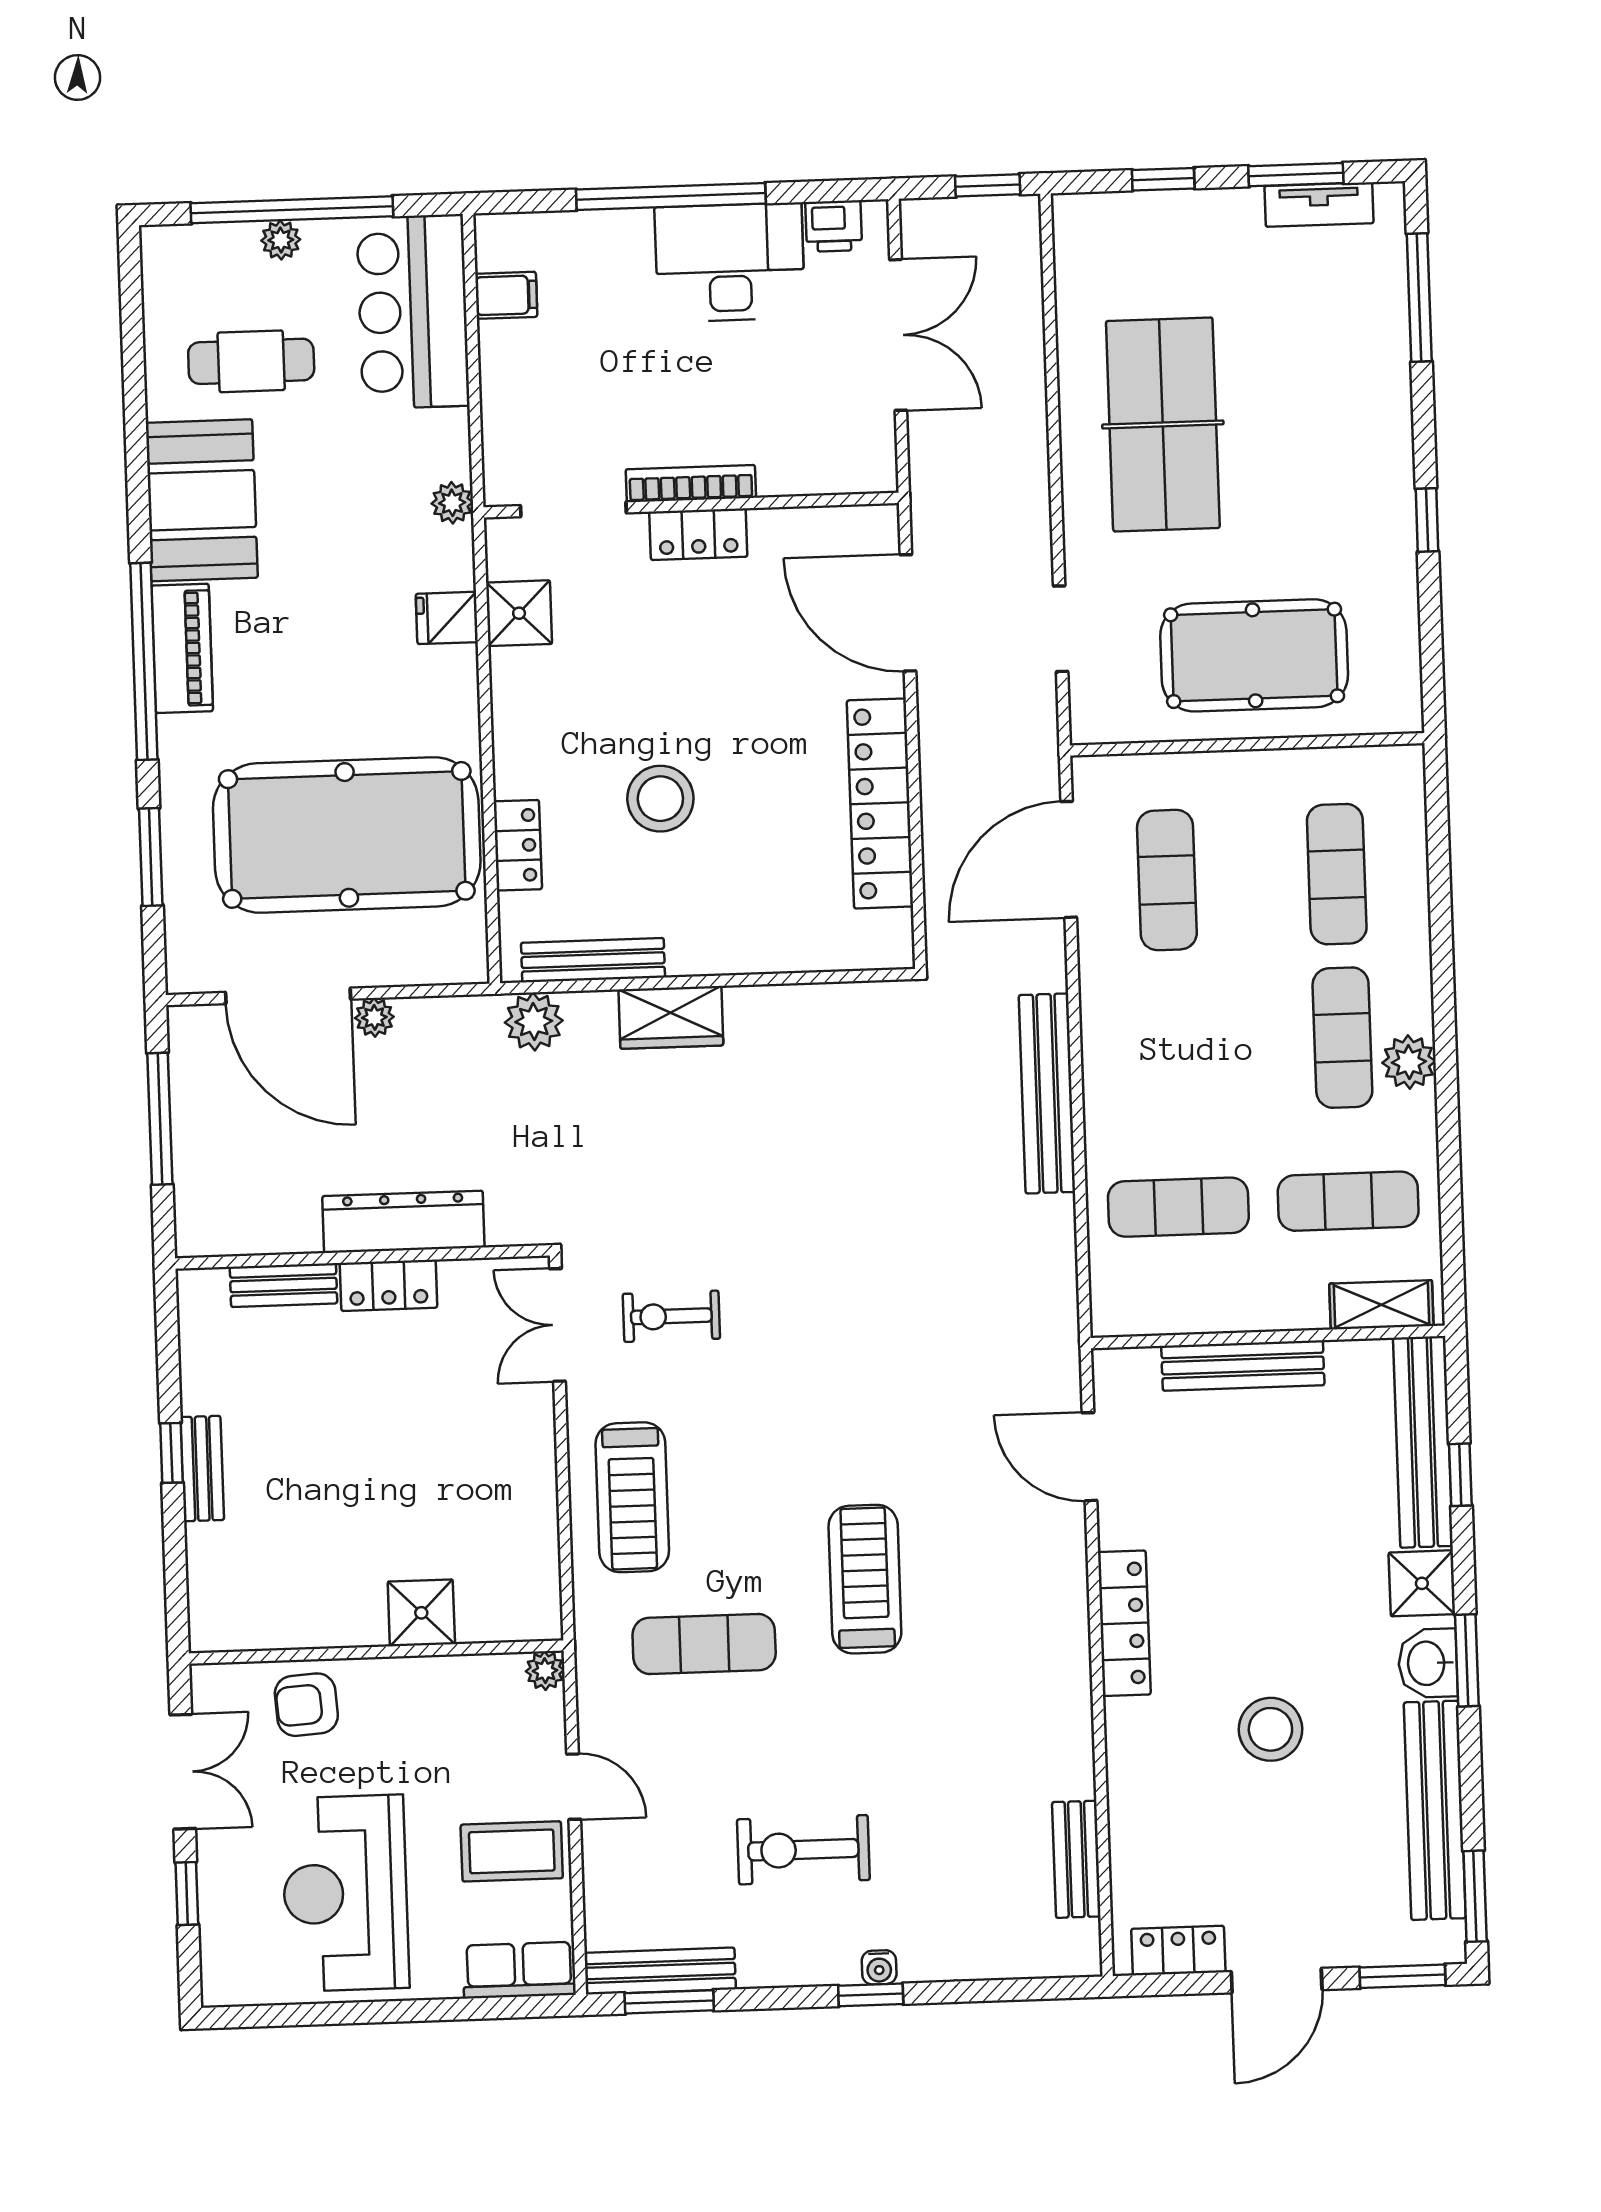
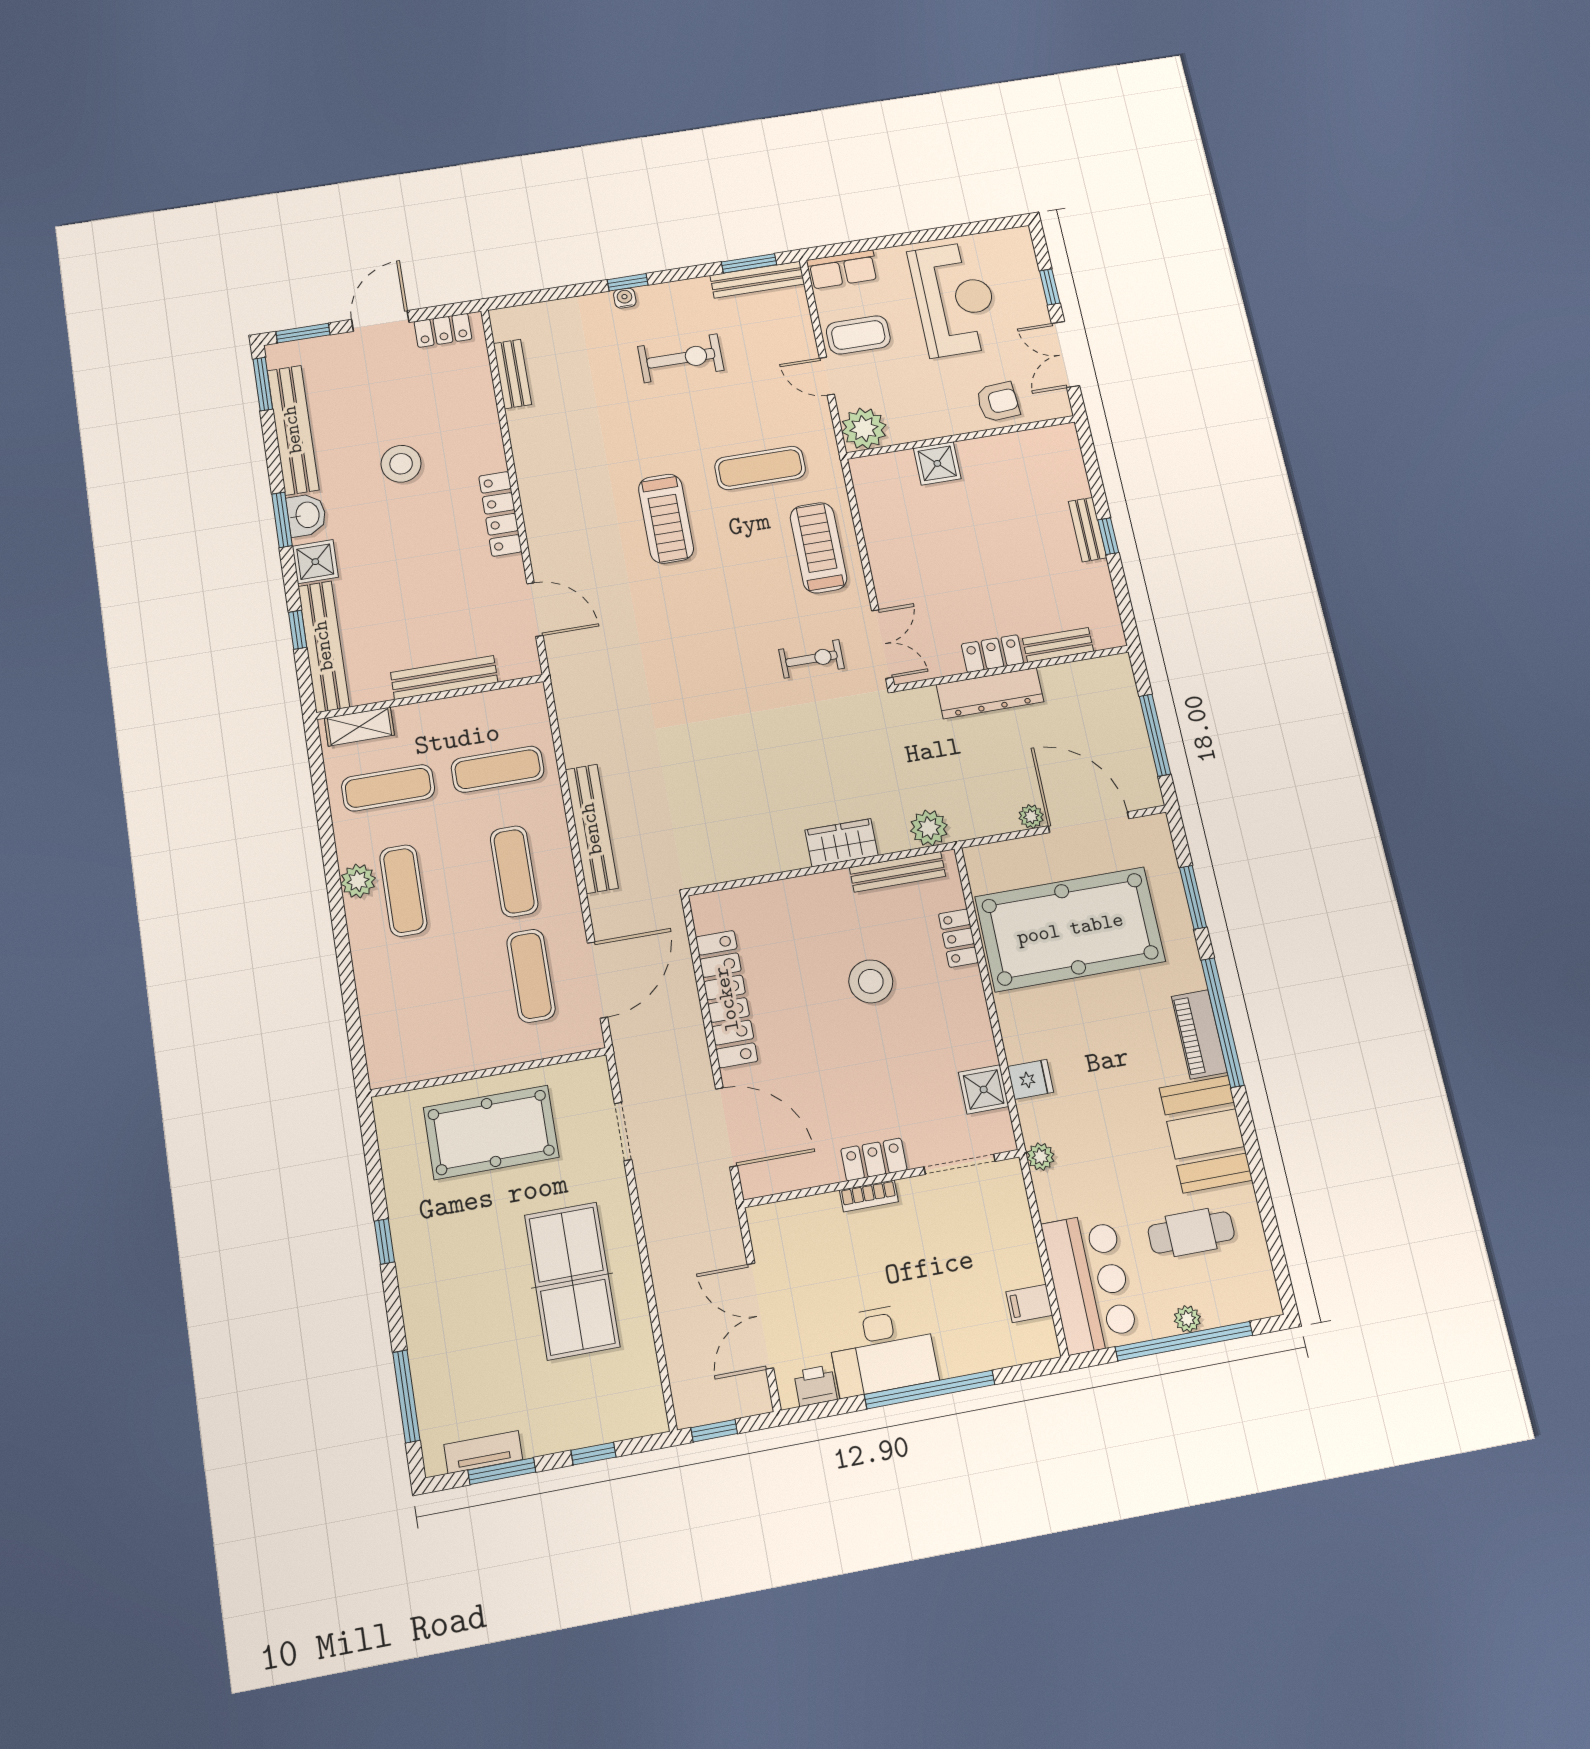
bookcase: (691, 483) -> (869, 1196), width x0.64
exercise mat: (1337, 874) -> (514, 871), moved
plant: (545, 1671) -> (864, 429), width x1.88, depth x1.88

